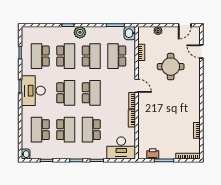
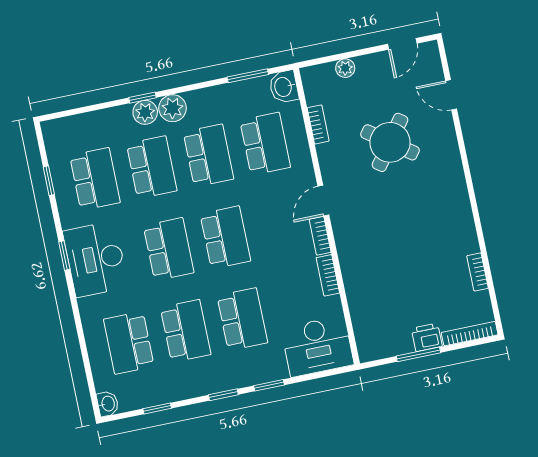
plant: (68, 32) -> (145, 112), added
school desk: (40, 56) -> (95, 179), turned 180
school desk: (117, 56) -> (265, 144), turned 180
round table: (171, 67) -> (390, 142), turned 36
door: (137, 86) -> (323, 201), swing flipped
school desk: (91, 130) -> (242, 319), turned 180
printer: (153, 154) -> (427, 337), moved

